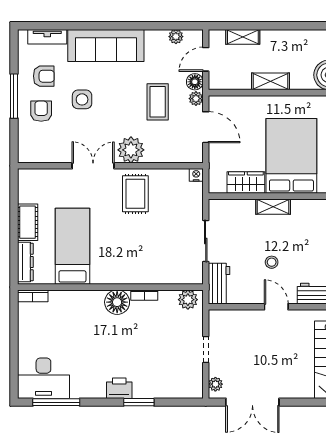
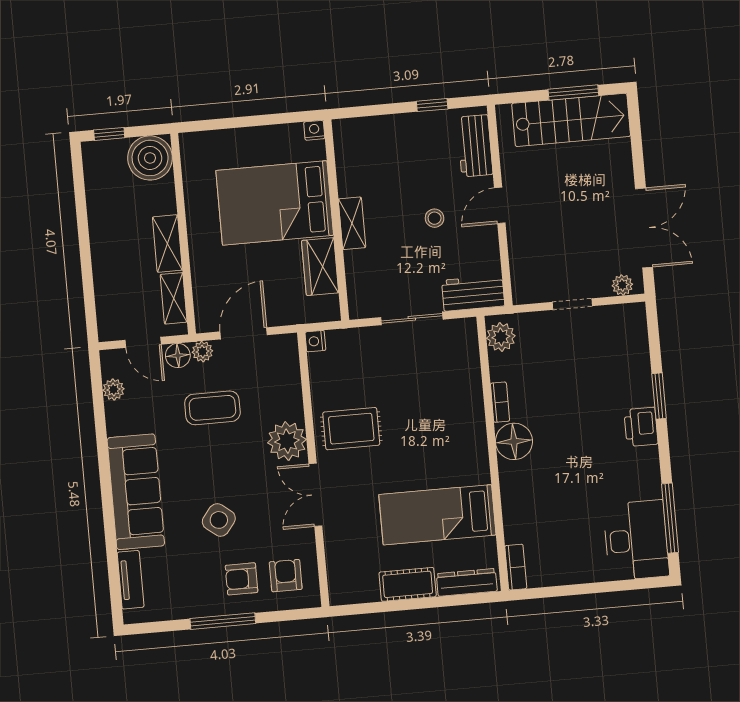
shelving: (243, 37) -> (174, 298), moved
armchair: (44, 76) -> (286, 576), moved
side table: (82, 99) -> (219, 520), turned 38

